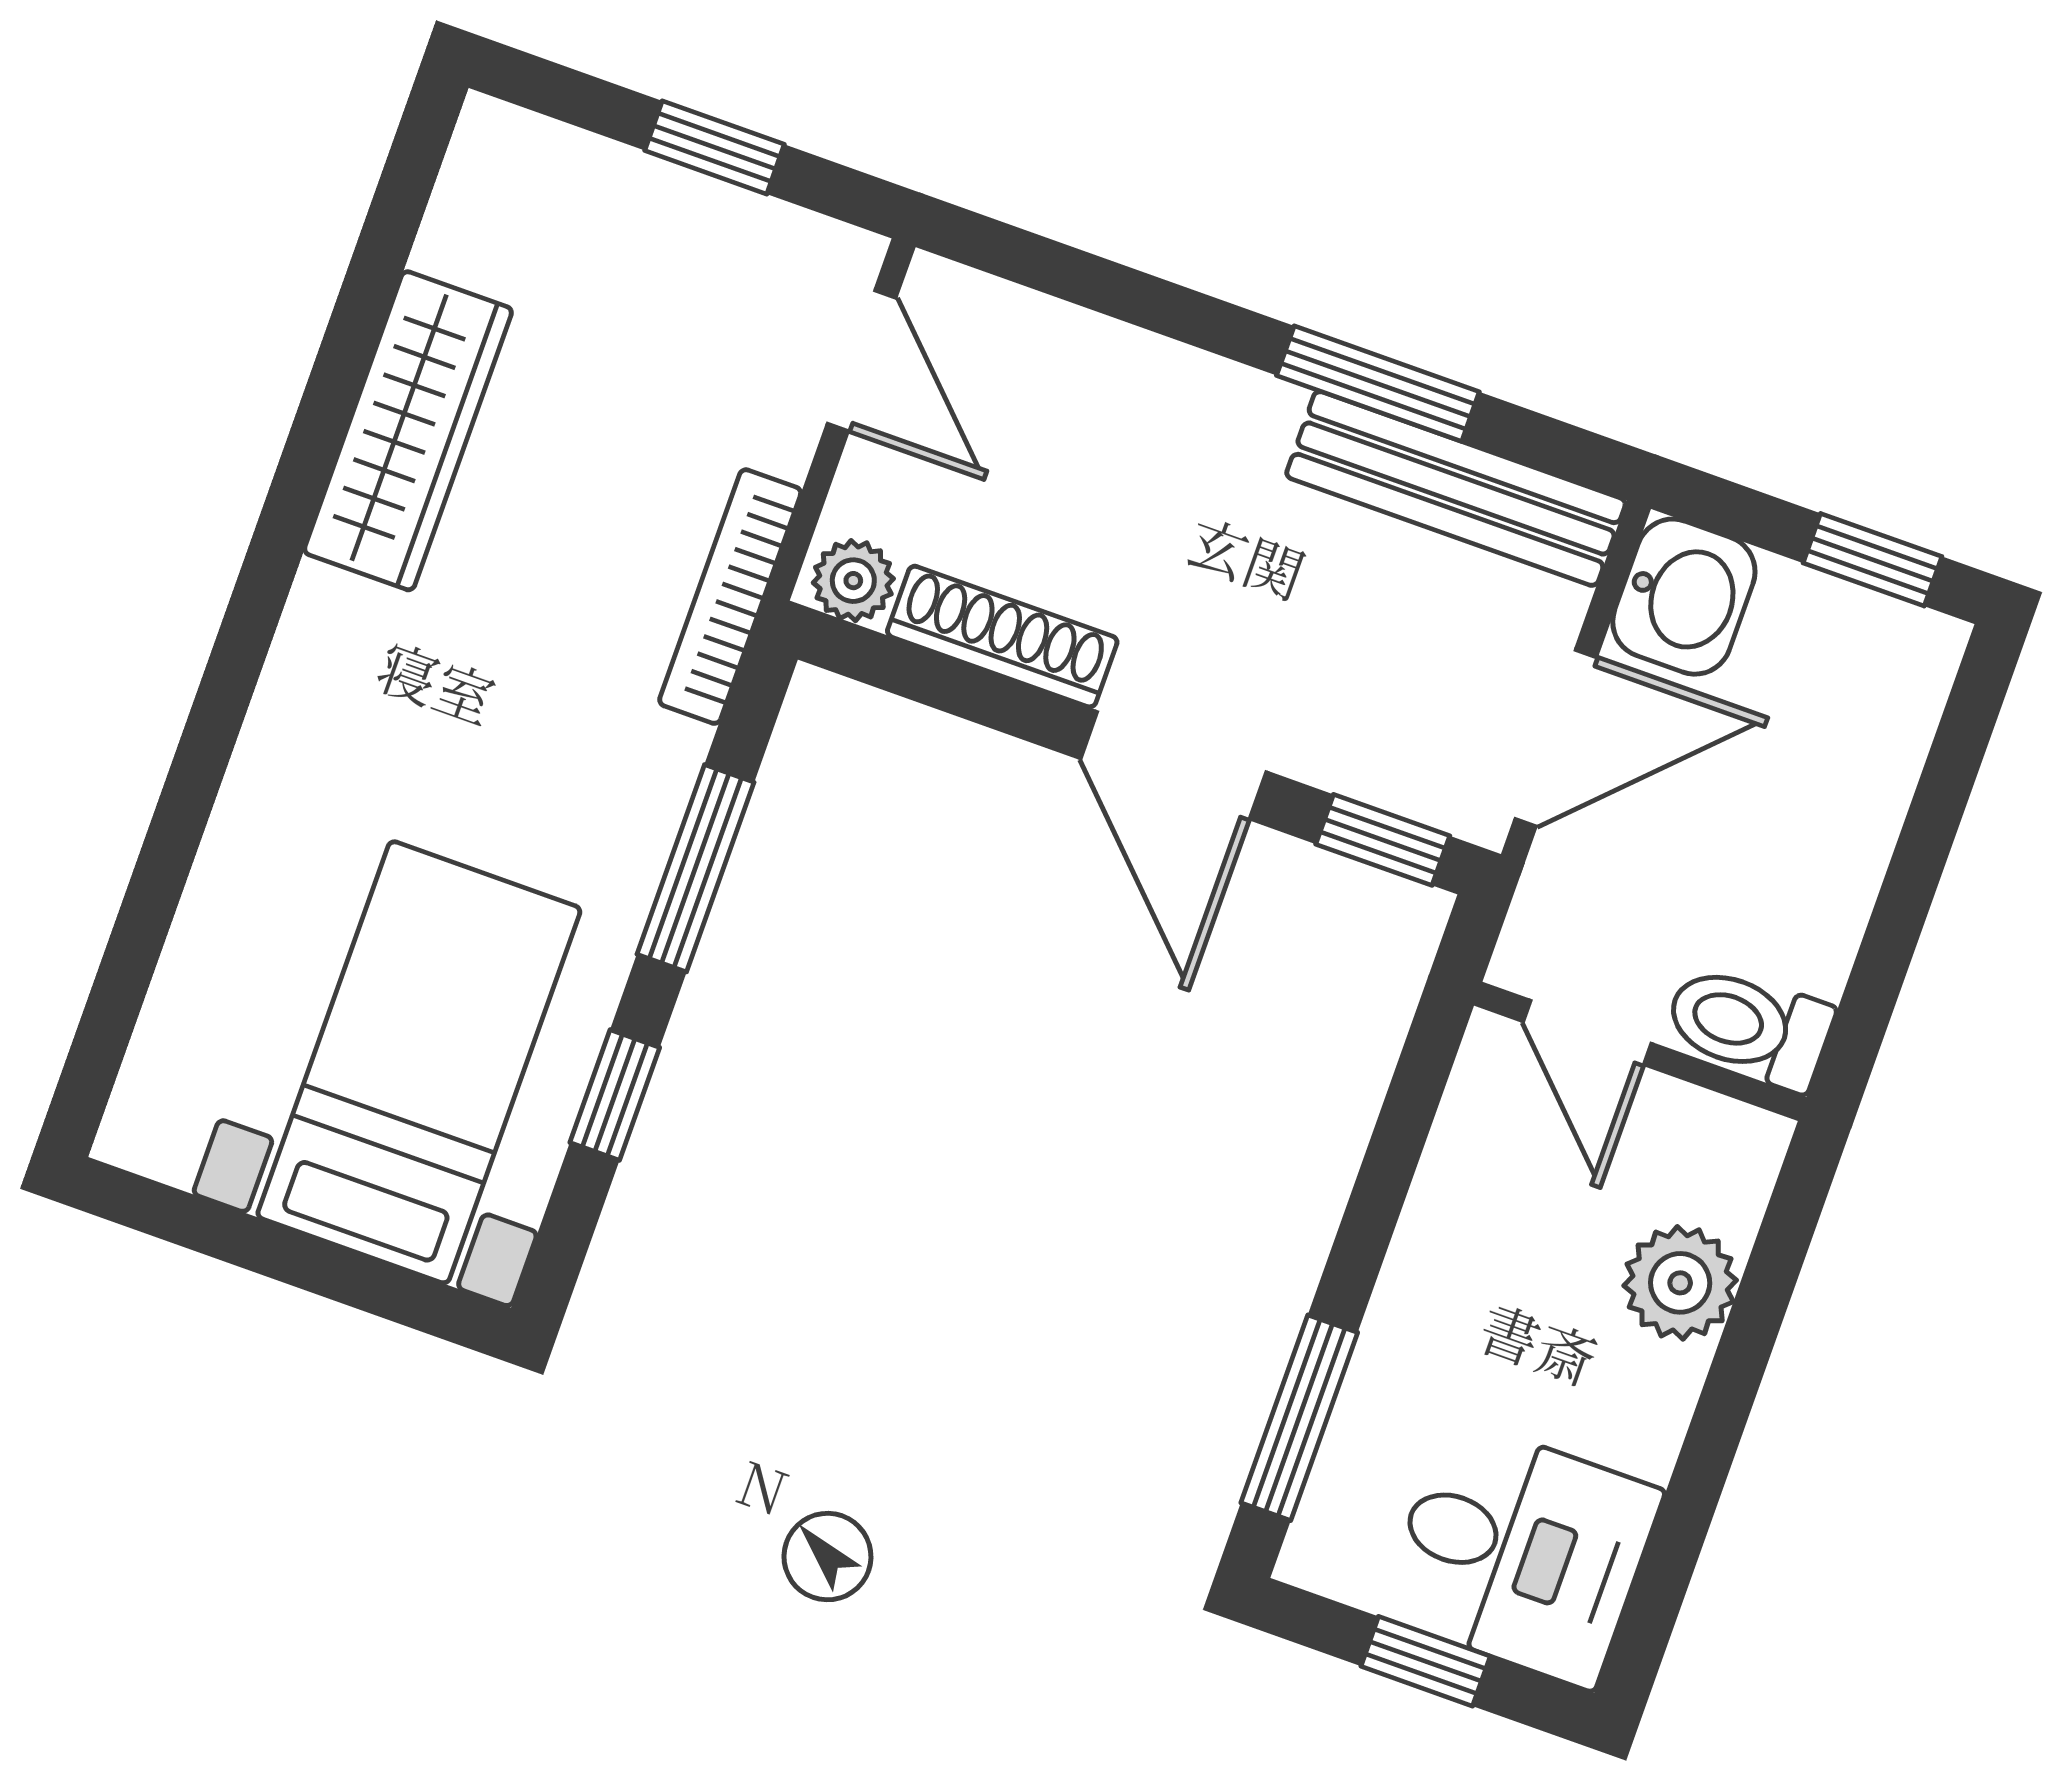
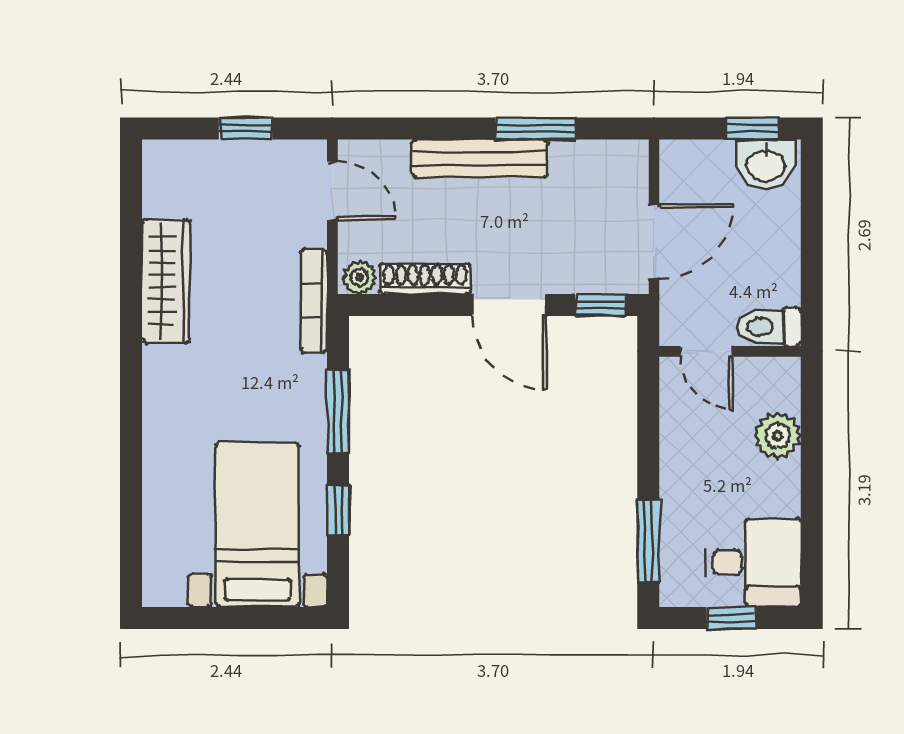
bench: (1456, 488) -> (480, 158), moved
washbasin: (1684, 597) -> (766, 164), moved, turned 90

